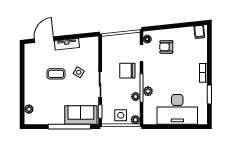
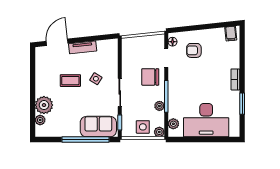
plant: (148, 91) -> (173, 124), moved
plant: (32, 96) -> (44, 105), added

